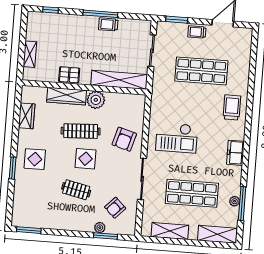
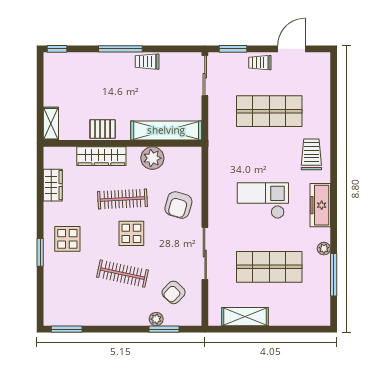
window: (50, 10) -> (57, 49), moved
window: (100, 14) -> (120, 49), moved
sliding door: (152, 51) -> (205, 76), moved
shelving: (30, 54) -> (51, 124), moved
plant: (96, 100) -> (152, 158), moved
checkout: (177, 138) -> (263, 201), moved, turned 180
freezer: (235, 153) -> (320, 205), width x1.40
clothes rail: (76, 190) -> (123, 274), width x1.36
plant: (235, 201) -> (324, 249), moved
shelving: (217, 234) -> (305, 316), removed

